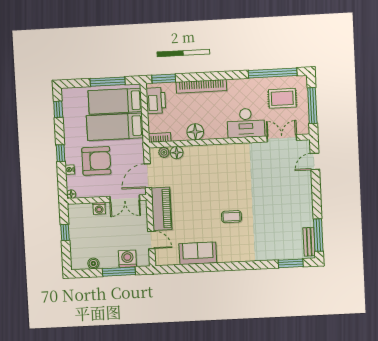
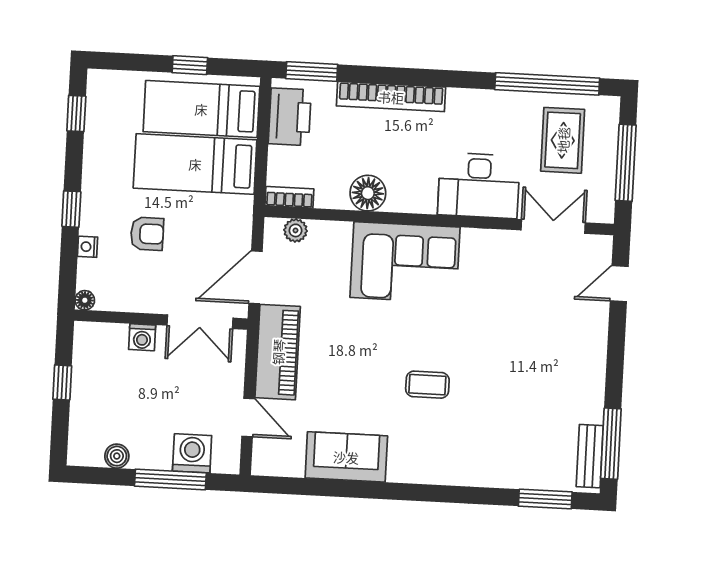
window: (108, 82) -> (190, 65), width x0.46
rug: (282, 98) -> (563, 140), turned 90
floor lamp: (177, 153) -> (323, 234), removed
armchair: (96, 161) -> (147, 234), width x0.53, depth x0.53
corner sofa: (216, 162) -> (405, 262), added

